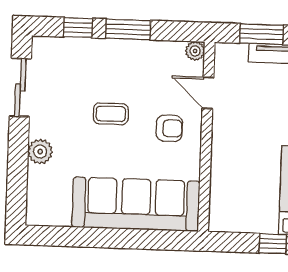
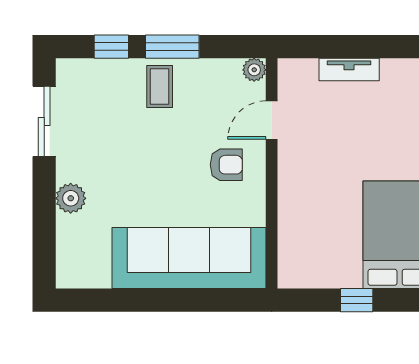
window: (262, 34) -> (334, 47), removed
door: (208, 93) -> (272, 120), hinge flipped
coffee table: (111, 114) -> (160, 87), moved, turned 90

